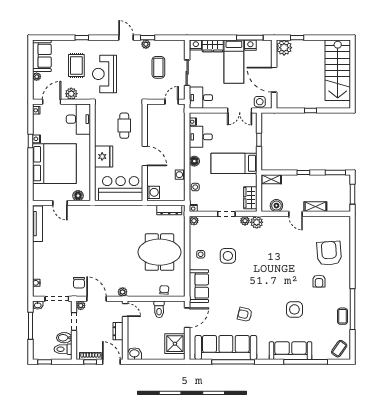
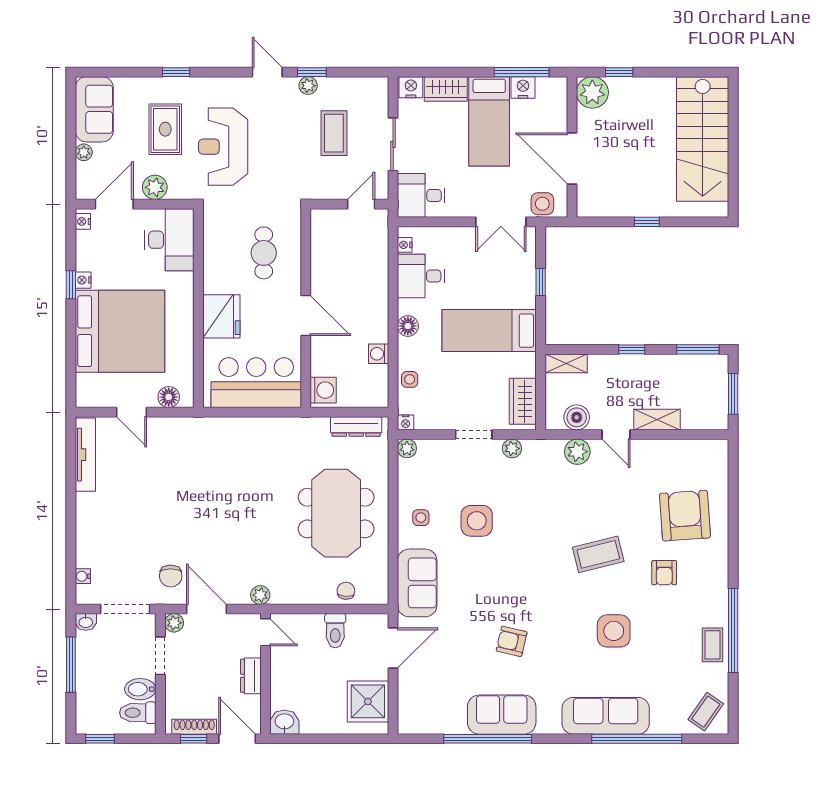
plant: (257, 222) -> (577, 452), moved
meeting table: (159, 252) -> (336, 513), turned 90
coffee table: (287, 272) -> (598, 554), added
sofa: (226, 347) -> (502, 715), width x0.54, depth x0.79

